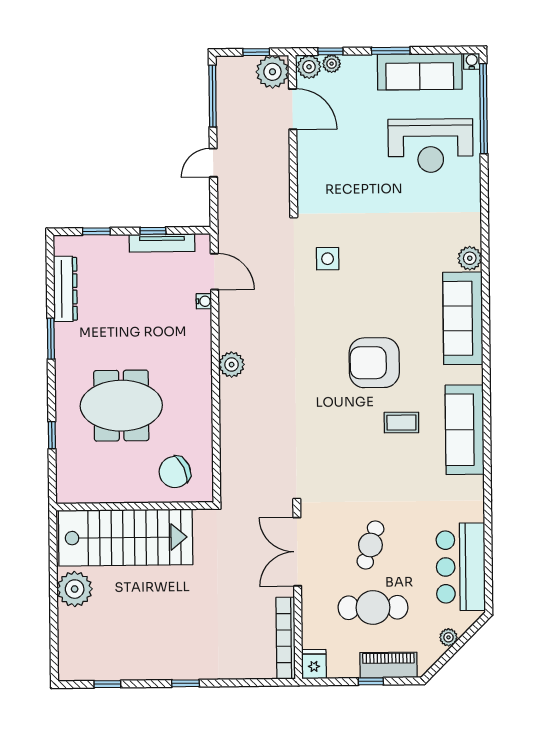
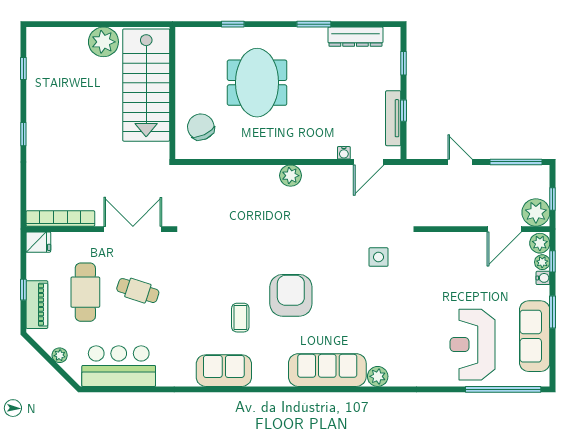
water cooler: (472, 61) -> (543, 278), moved
sofa: (465, 430) -> (224, 371), width x0.73

